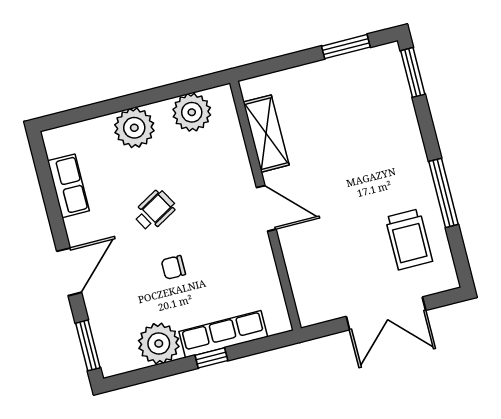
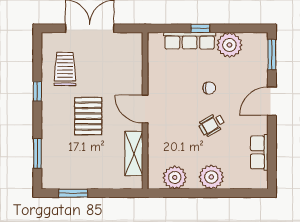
window: (413, 72) -> (37, 153), moved
pallet: (353, 174) -> (88, 116), added
window: (443, 193) -> (37, 91), width x0.46

